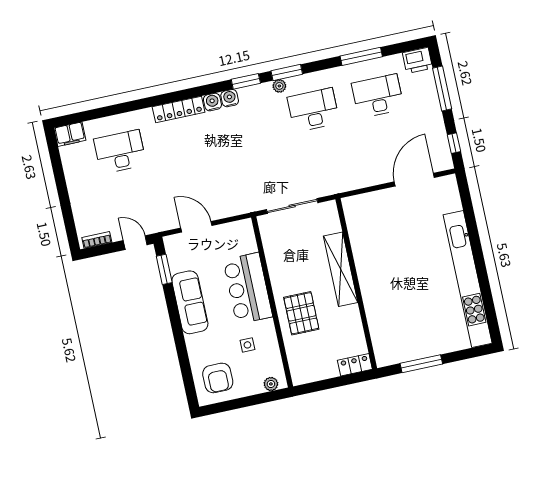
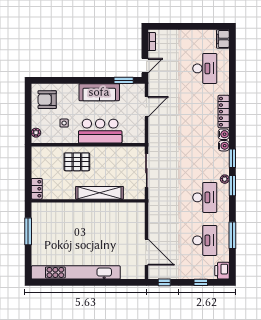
window: (442, 89) -> (201, 282), width x0.46

